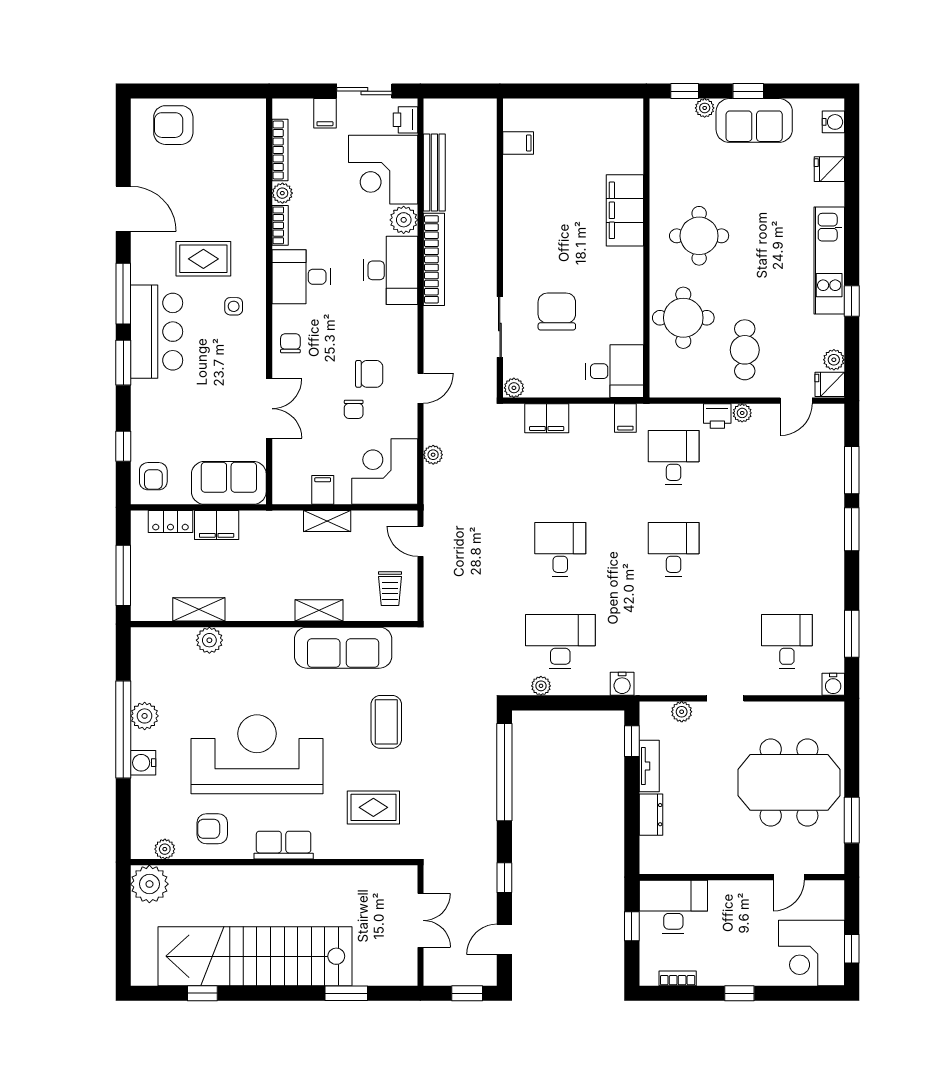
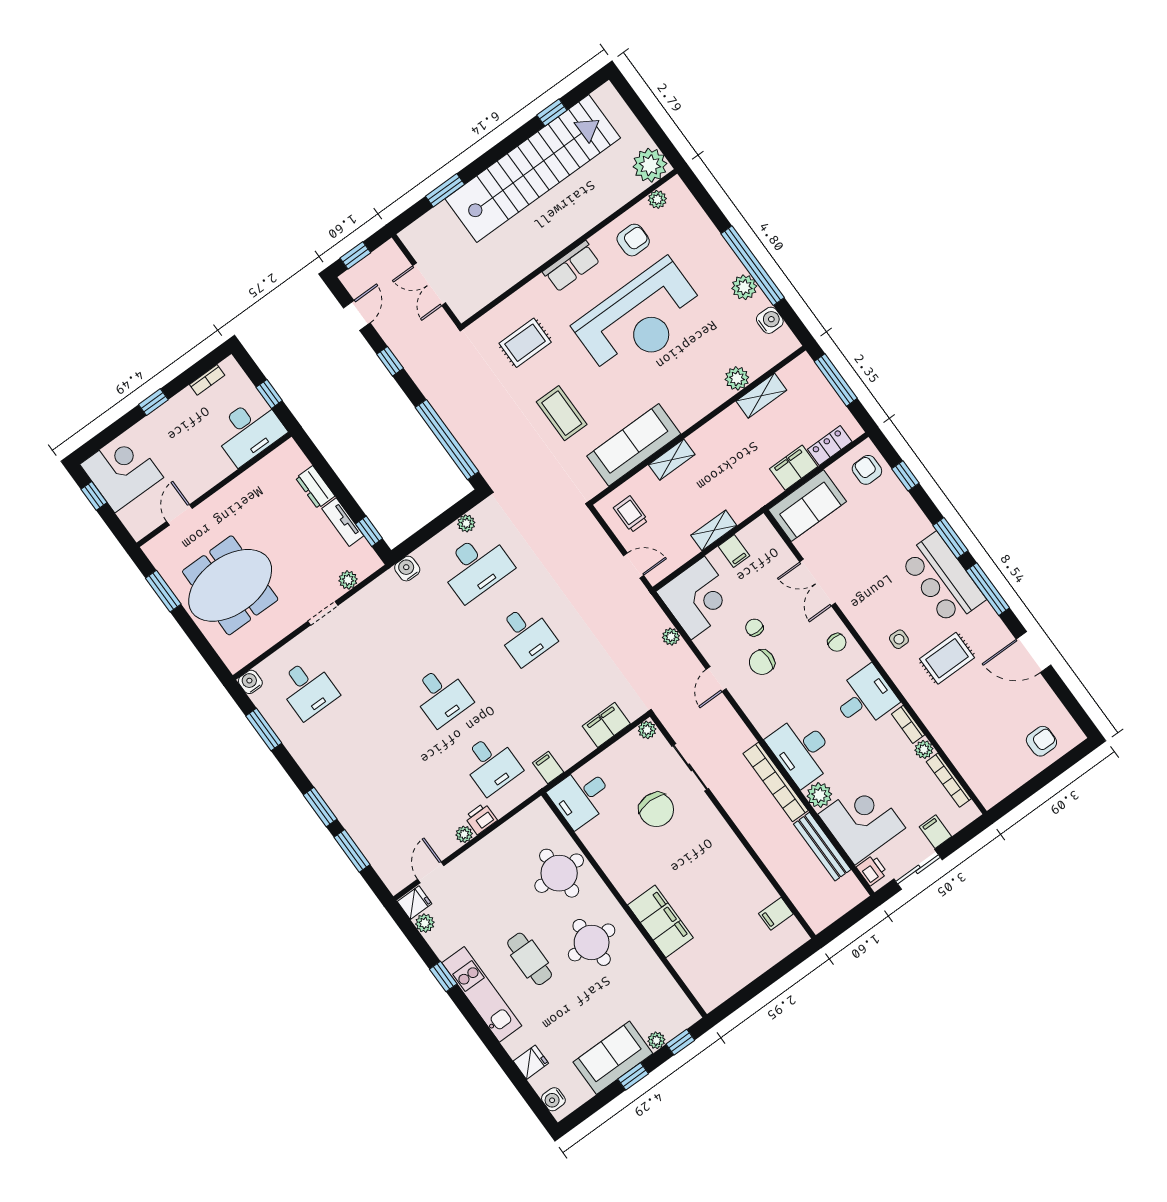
armchair: (173, 125) -> (1041, 741), width x0.72, depth x0.72
cafe table: (745, 350) -> (530, 959), moved
water cooler: (143, 763) -> (770, 320), moved

